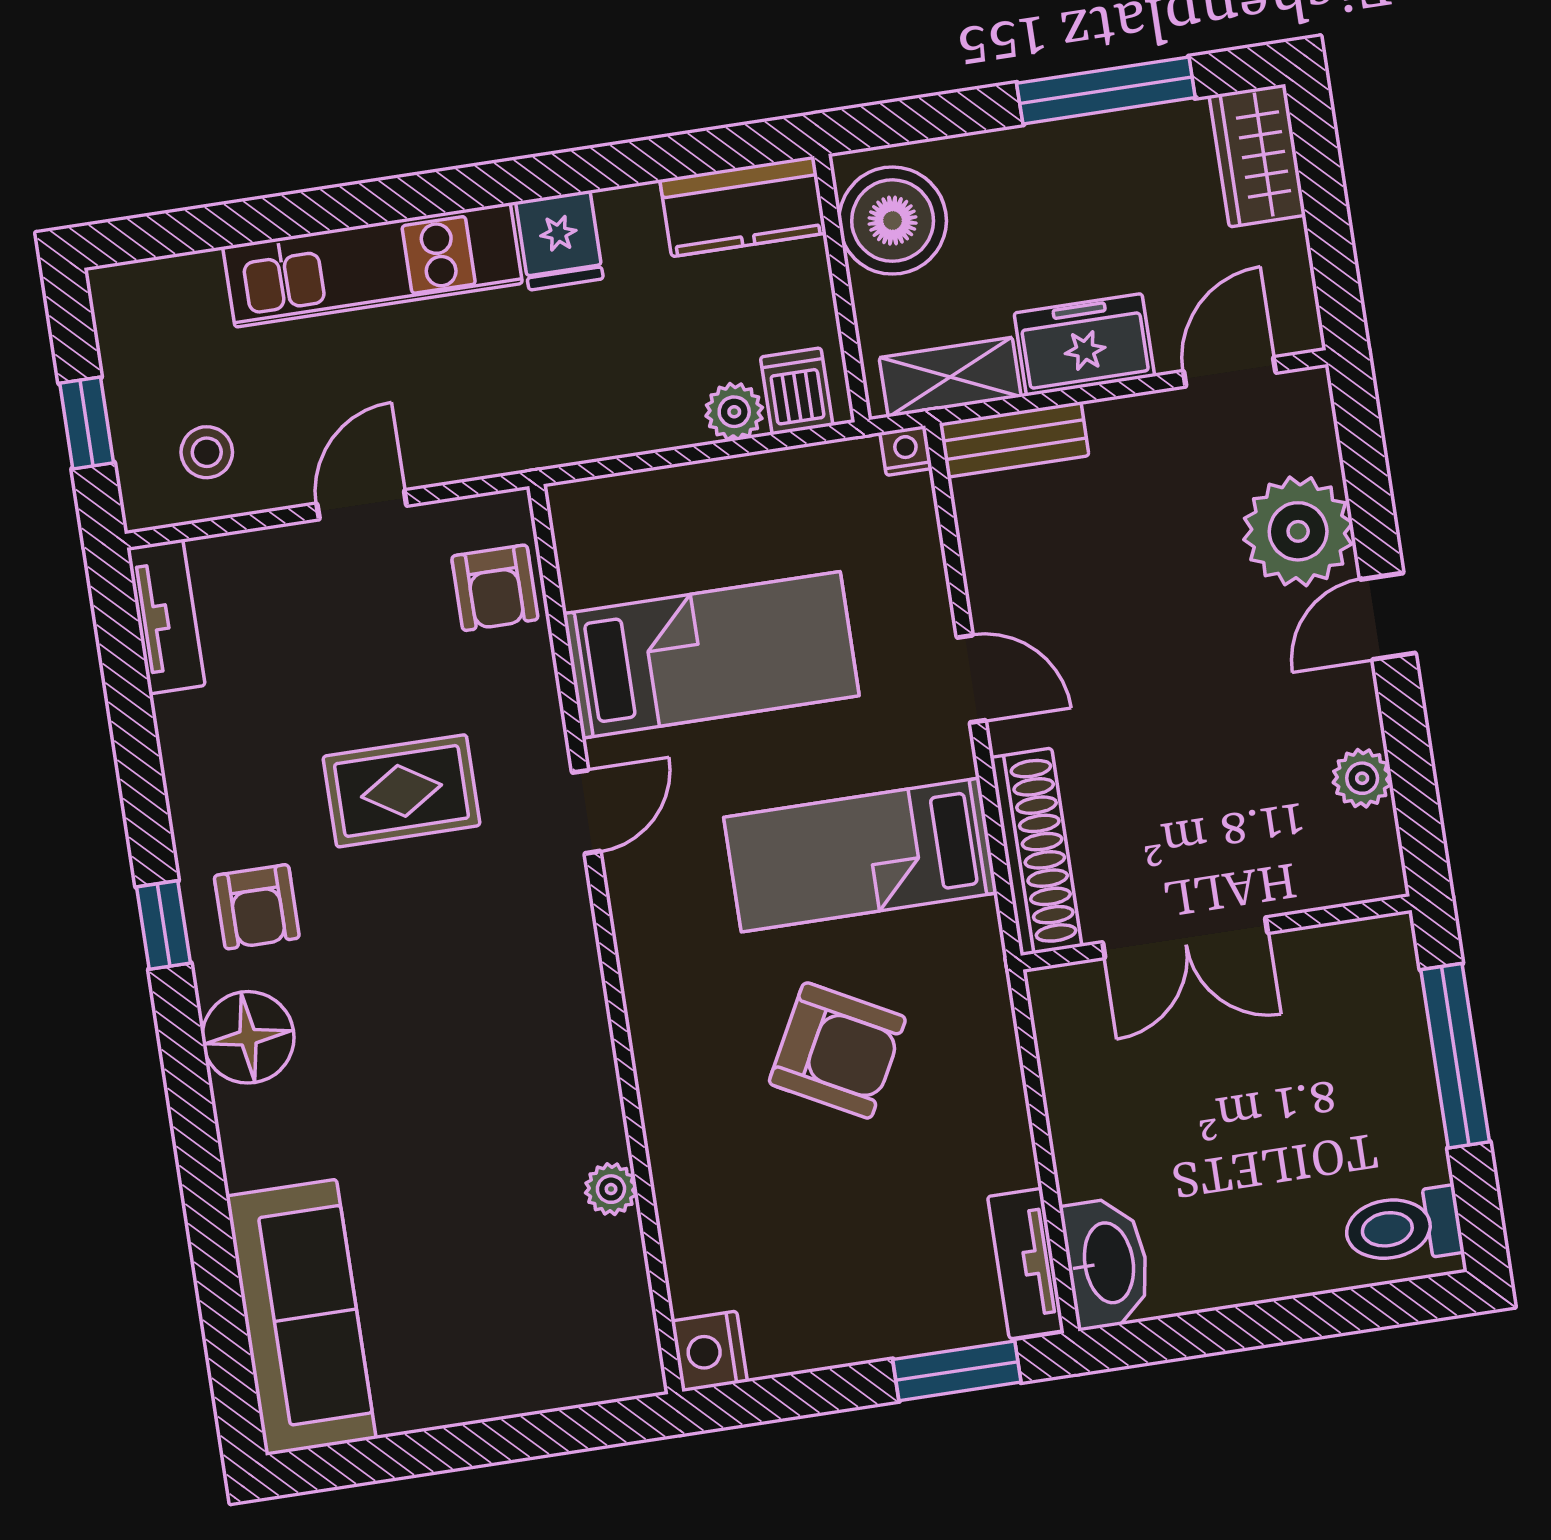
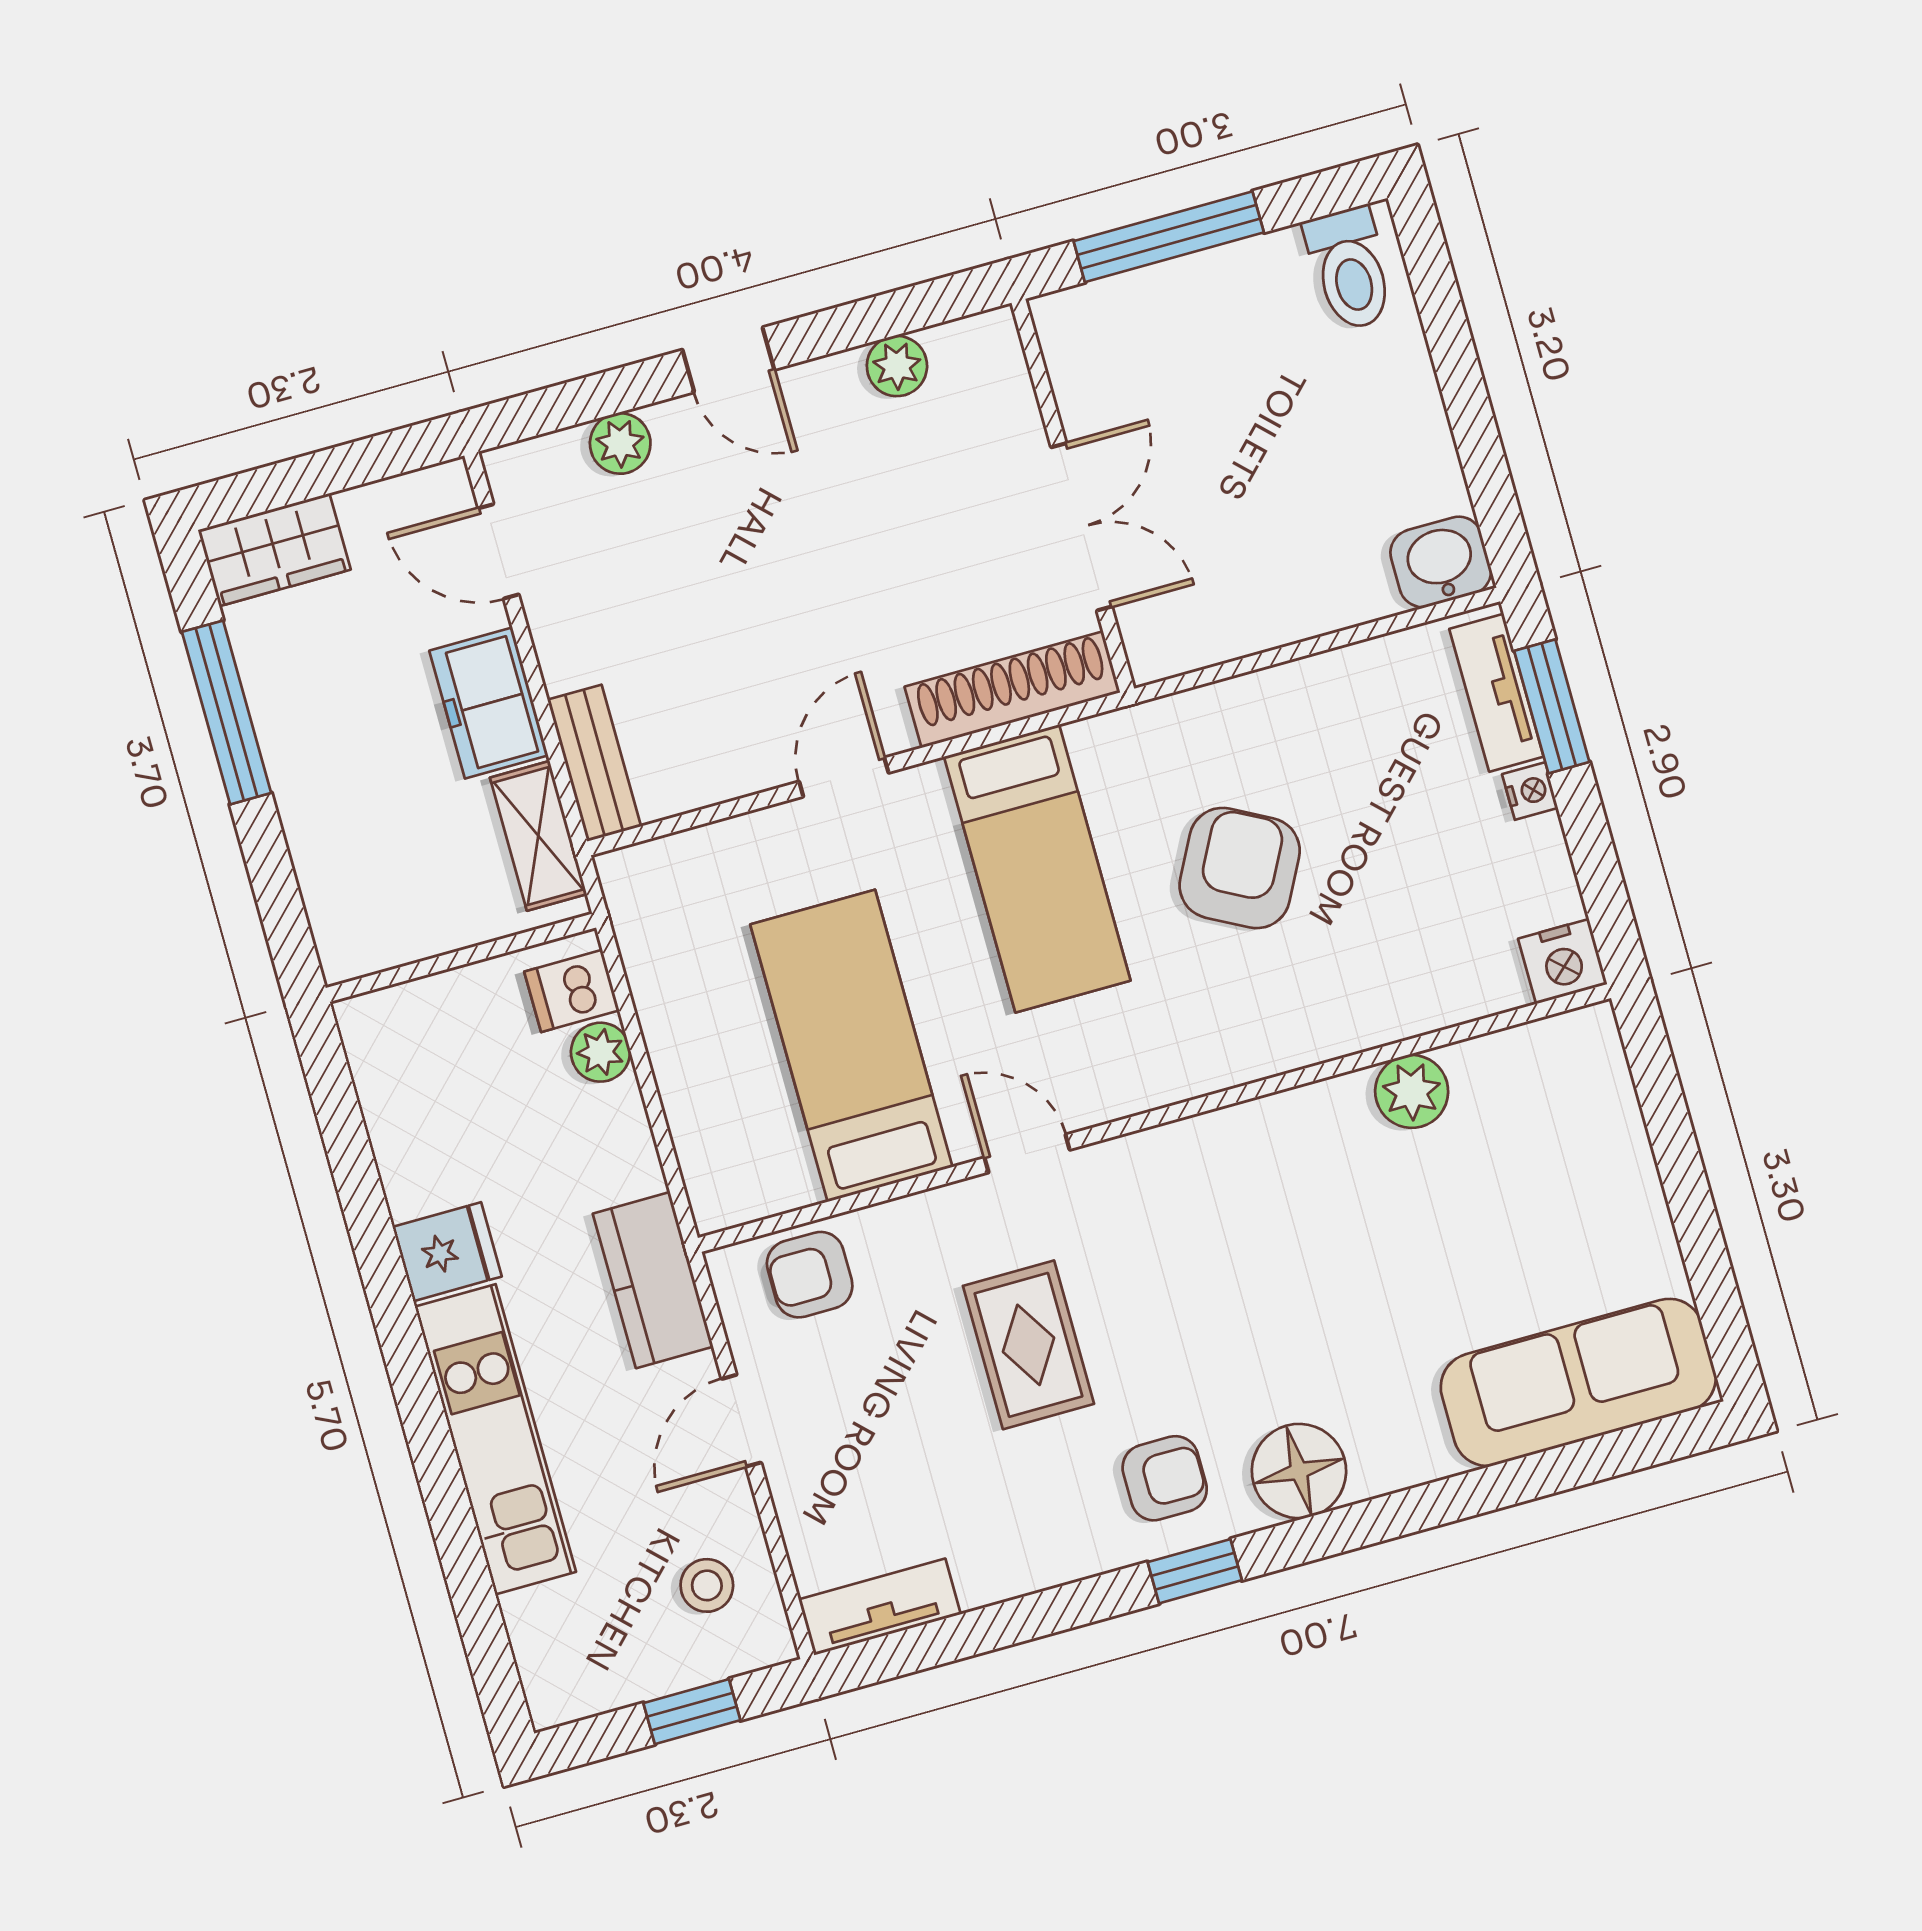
kitchen counter: (743, 206) -> (653, 1280), moved, turned 180
boiler: (893, 221) -> (386, 914), removed
nightstand: (906, 451) -> (1530, 791), moved, turned 180
door: (362, 505) -> (741, 1421), hinge flipped
plant: (1298, 531) -> (620, 443), width x0.53, depth x0.53
armchair: (495, 588) -> (810, 1275), turned 180
plant: (611, 1189) -> (1412, 1091), width x1.38, depth x1.38
washbasin: (1107, 1263) -> (1441, 562), width x0.72
tv unit: (1026, 1264) -> (1496, 693), moved, turned 90

